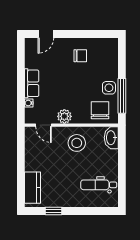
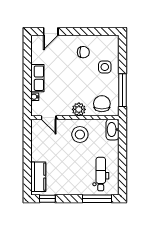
side table: (109, 88) -> (105, 67), moved
plant: (64, 116) -> (79, 109), moved
dental chair: (99, 185) -> (101, 174), turned 90
window: (53, 211) -> (47, 199), moved
window: (95, 211) -> (97, 199), added

